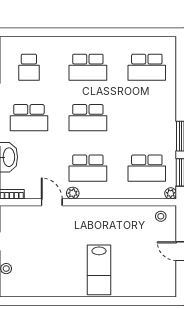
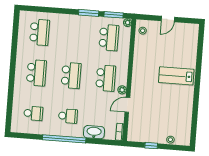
school desk: (29, 118) -> (68, 116), width x0.54
lab bench: (99, 270) -> (176, 76), turned 180

